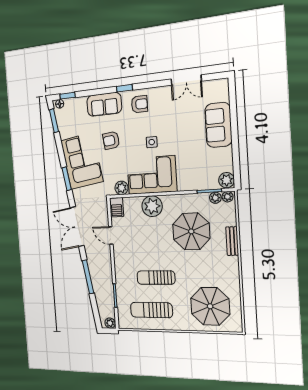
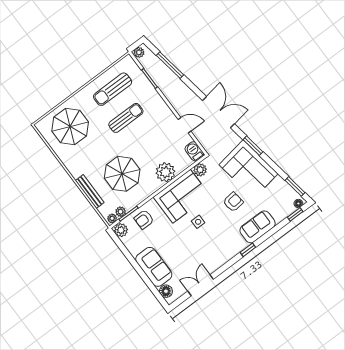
floor lamp: (222, 94) -> (166, 291), added
armchair: (139, 104) -> (144, 219), moved
bench: (232, 241) -> (90, 192), width x1.36
window: (88, 277) -> (170, 65), moved
sun lounger: (151, 310) -> (113, 89), turned 180

